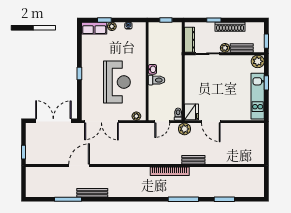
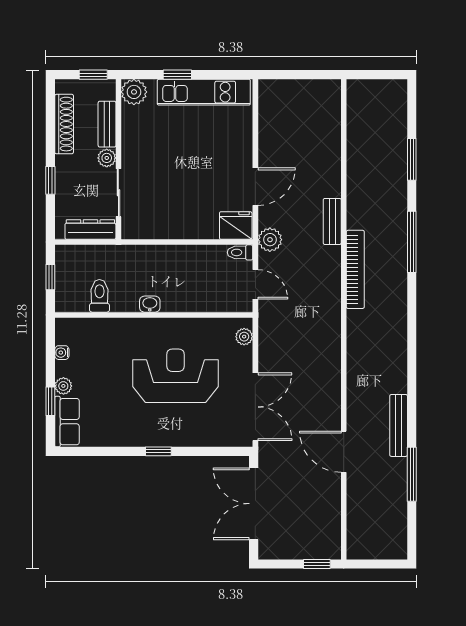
shoe rack: (230, 27) -> (64, 124), moved
toilet: (157, 80) -> (99, 296), moved

